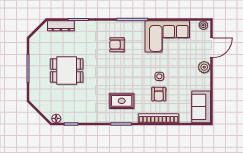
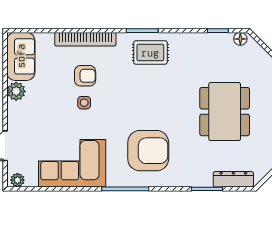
armchair: (117, 45) -> (148, 151), width x1.88, depth x1.88
plant: (204, 67) -> (16, 91), moved
dining table: (67, 70) -> (225, 112), width x1.37
armchair: (159, 94) -> (85, 76), turned 90
rug: (122, 101) -> (150, 53), moved

